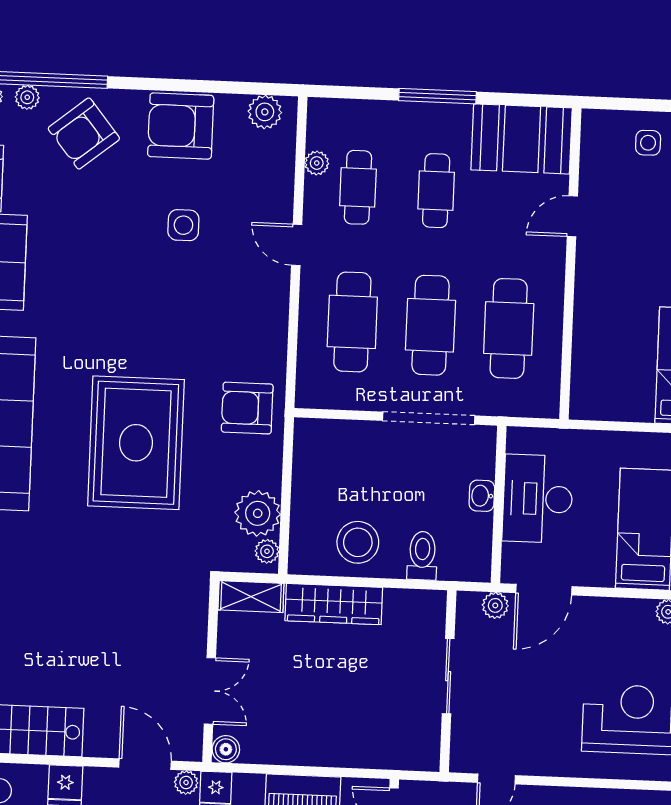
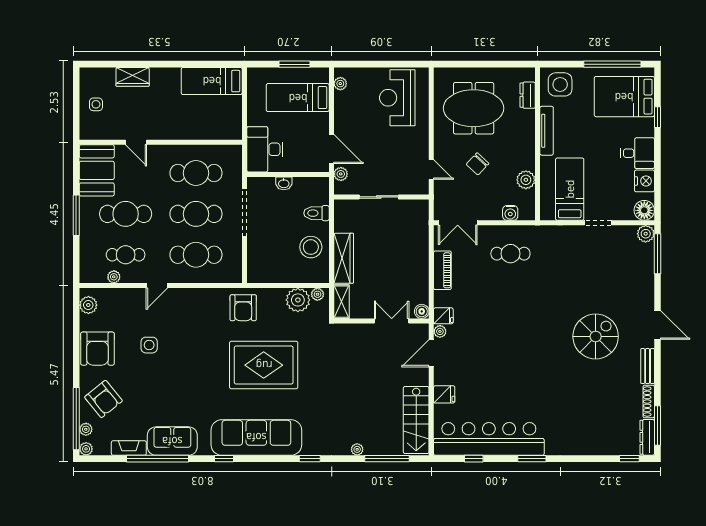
cafe table: (436, 191) -> (126, 214), width x1.37, depth x1.35
desk: (538, 499) -> (265, 149), moved, turned 90

